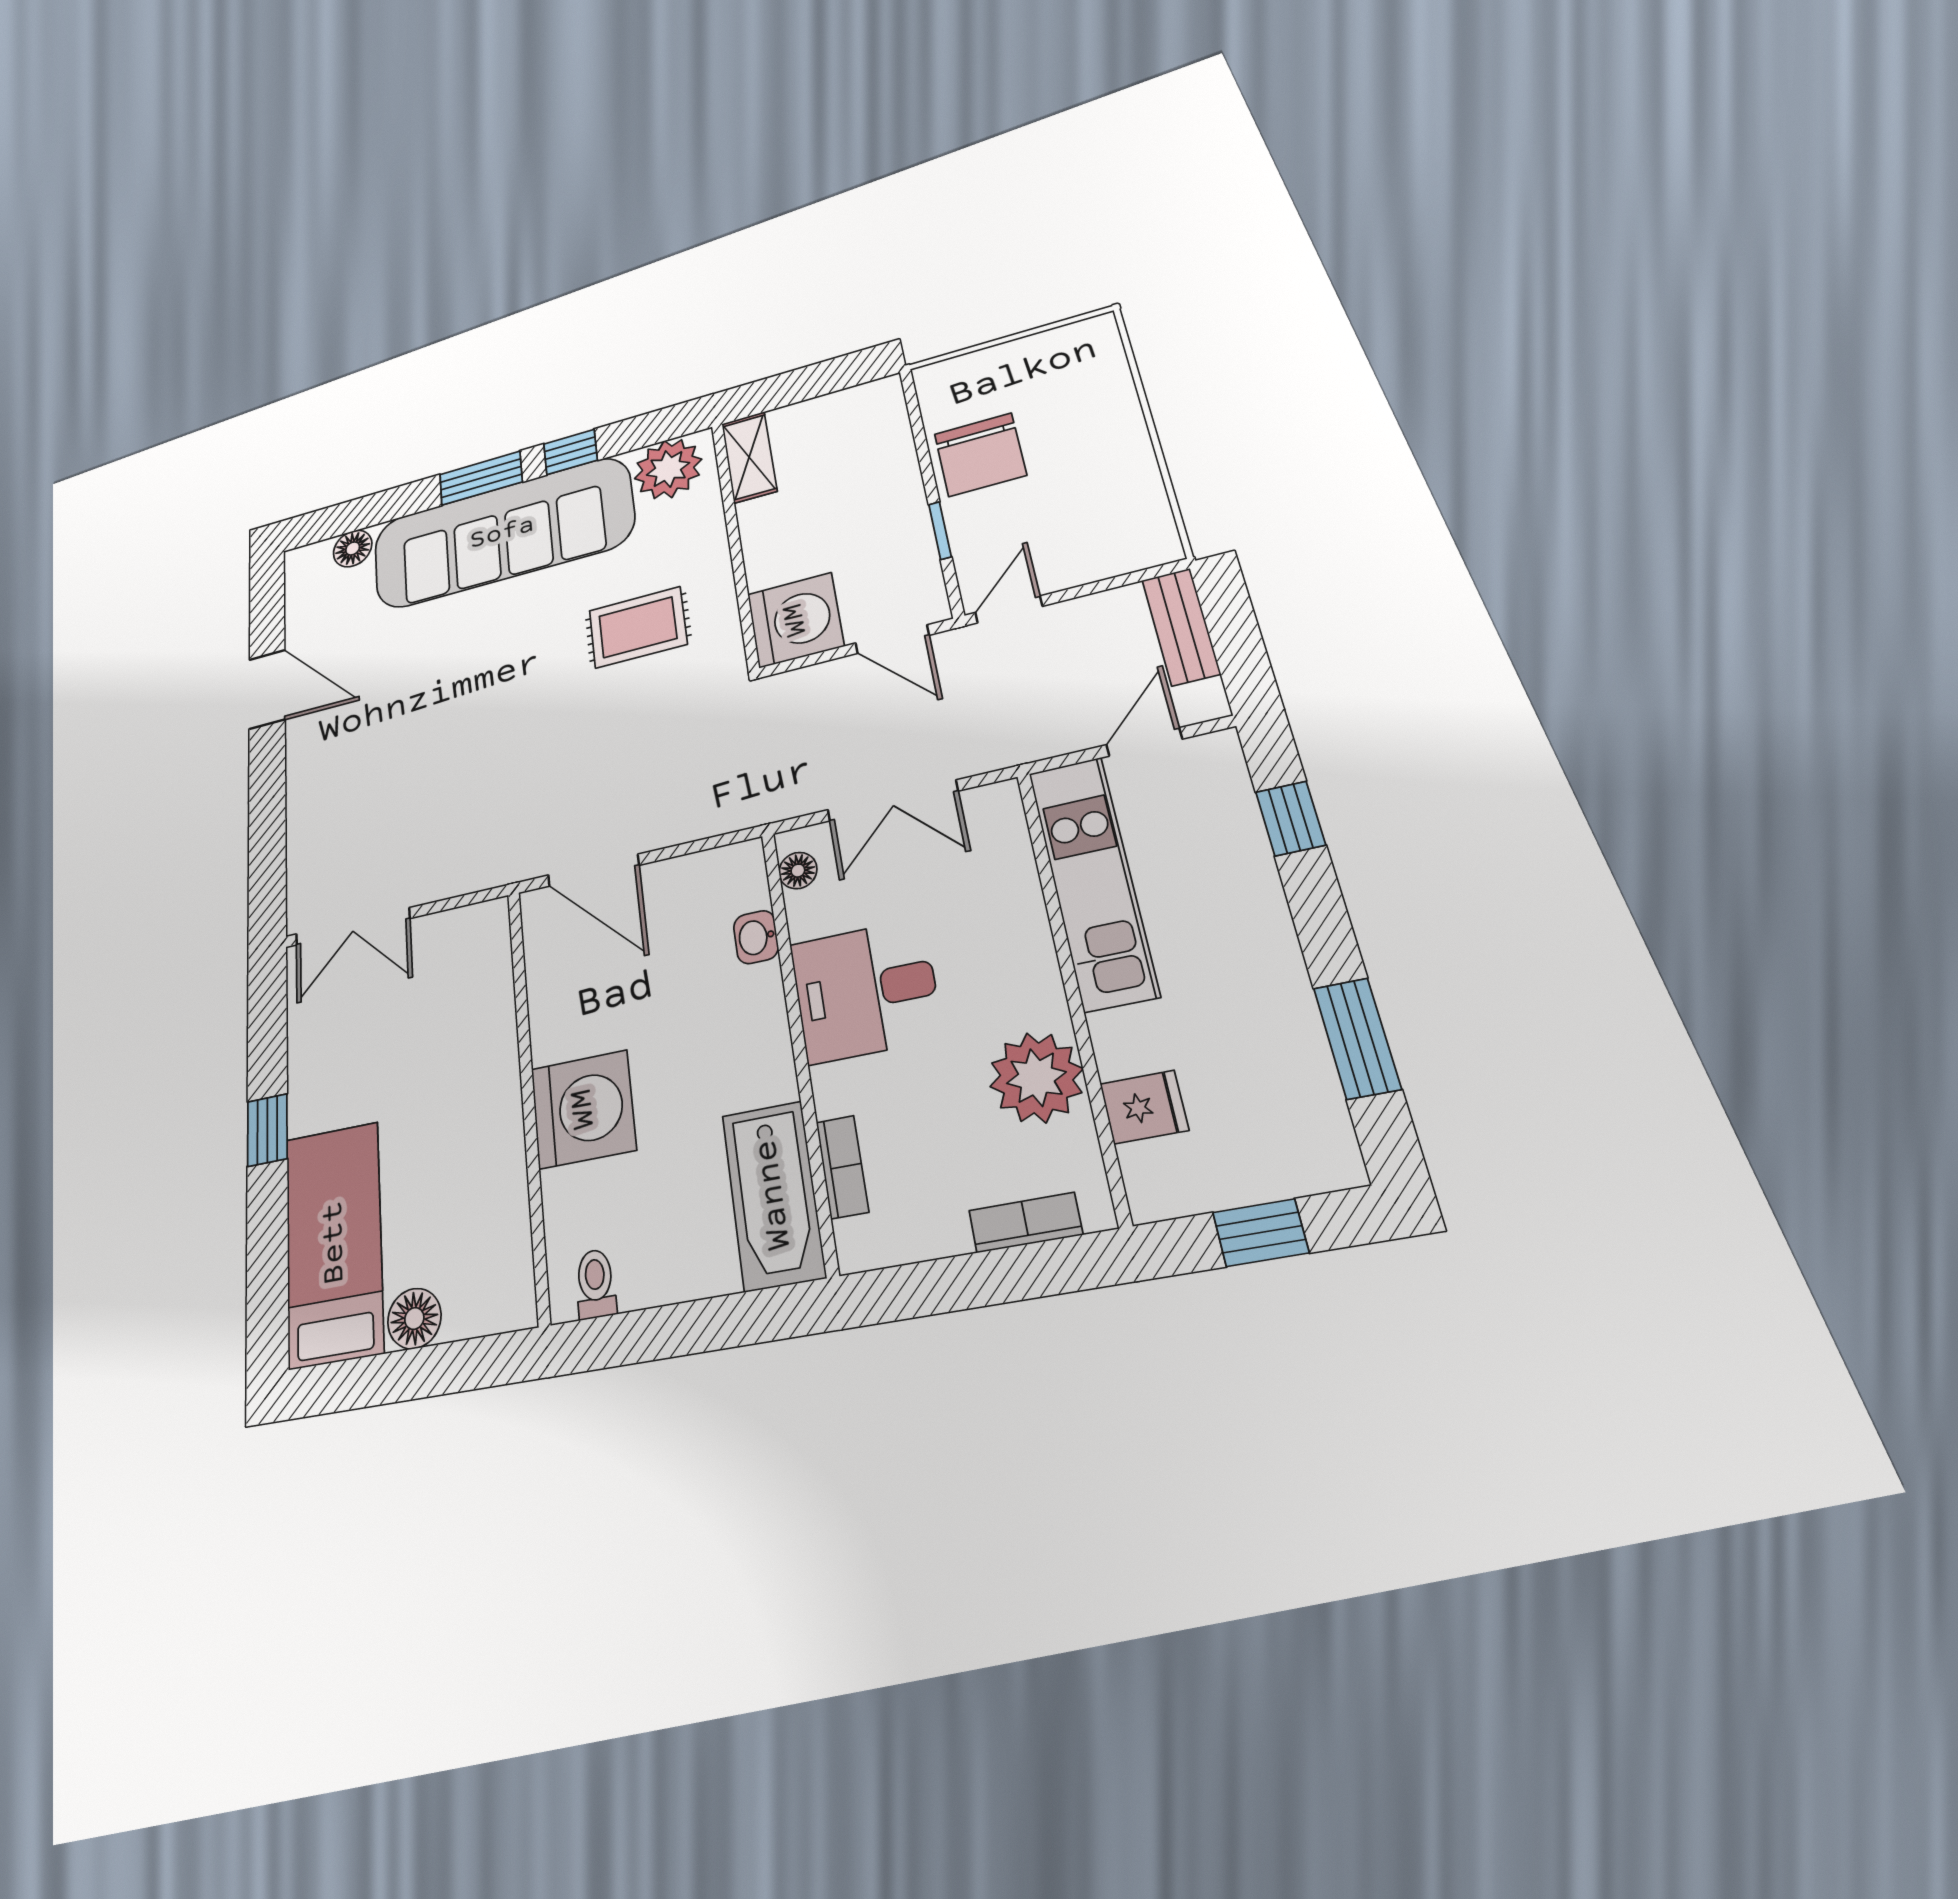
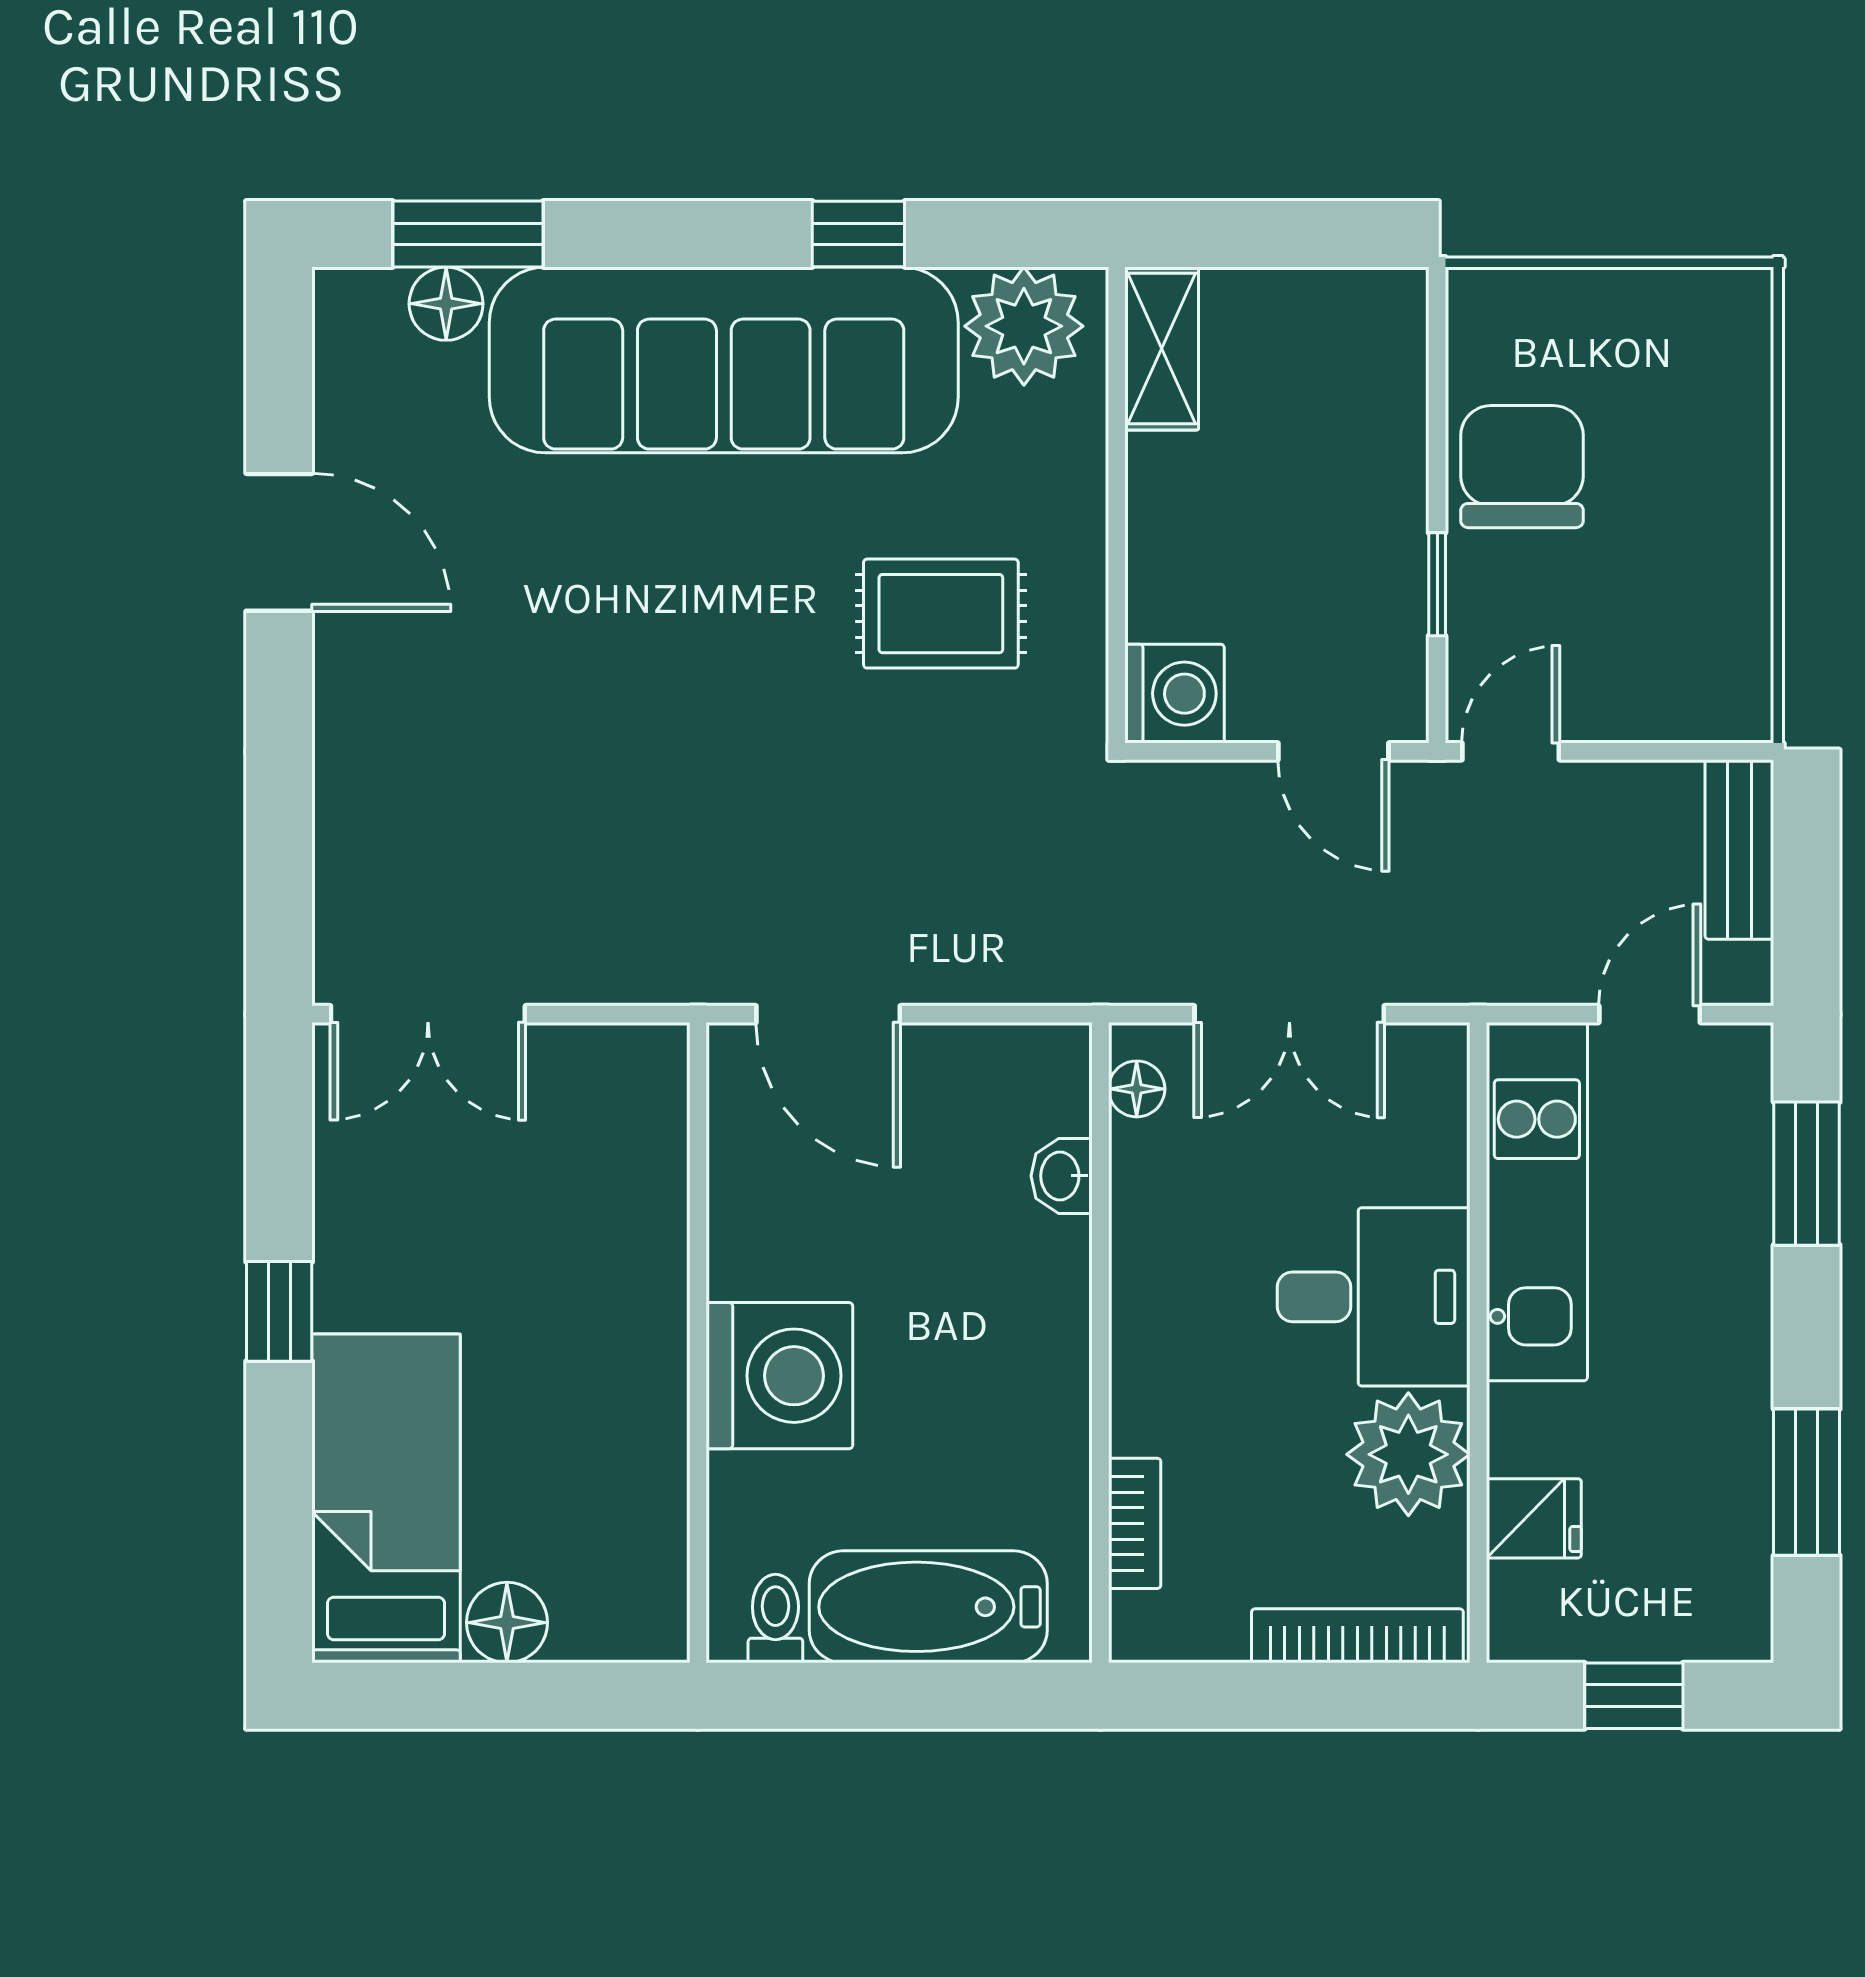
chair: (980, 455) -> (1522, 467), turned 180
window: (481, 478) -> (468, 234), moved
washing machine: (795, 620) -> (1175, 694), width x0.73, depth x0.73
window: (1291, 818) -> (1807, 1174), width x1.50
desk: (866, 991) -> (1374, 1297), moved, turned 180
bathtub: (773, 1195) -> (928, 1607), moved, turned 90
bookcase: (1026, 1223) -> (1357, 1636), width x1.56

